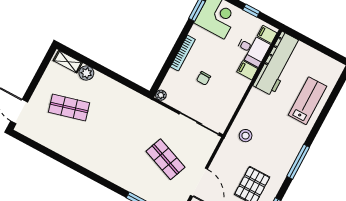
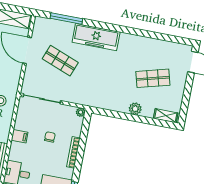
filing cabinet: (247, 70) -> (20, 136), moved
plant: (86, 73) -> (135, 109), moved
freezer: (118, 173) -> (96, 37), added

